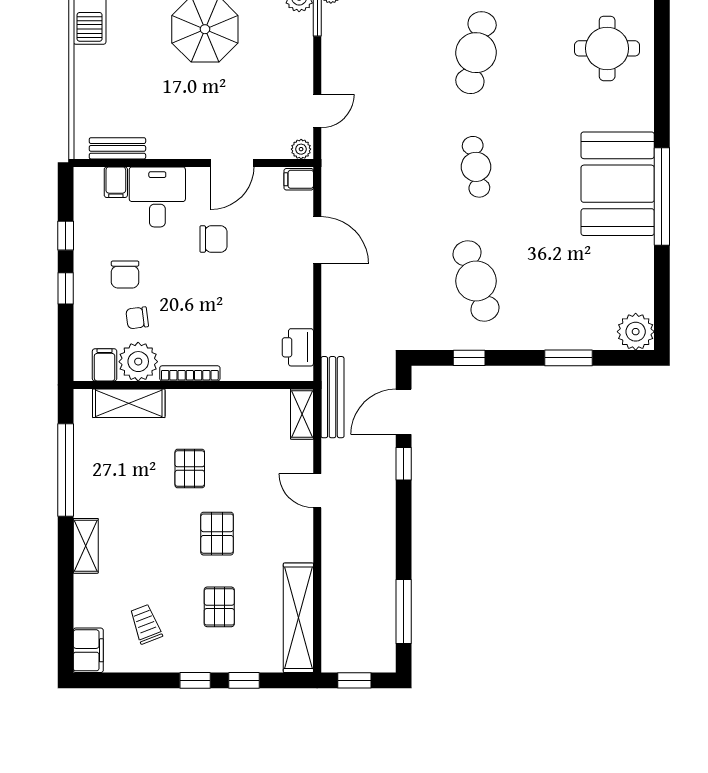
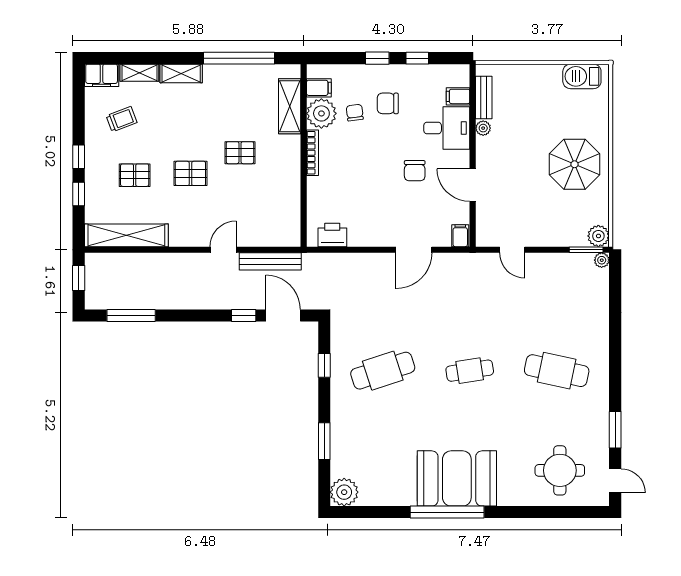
plant: (301, 149) -> (483, 128), moved
bench: (332, 397) -> (270, 261), moved
shelving: (302, 414) -> (139, 73), moved

